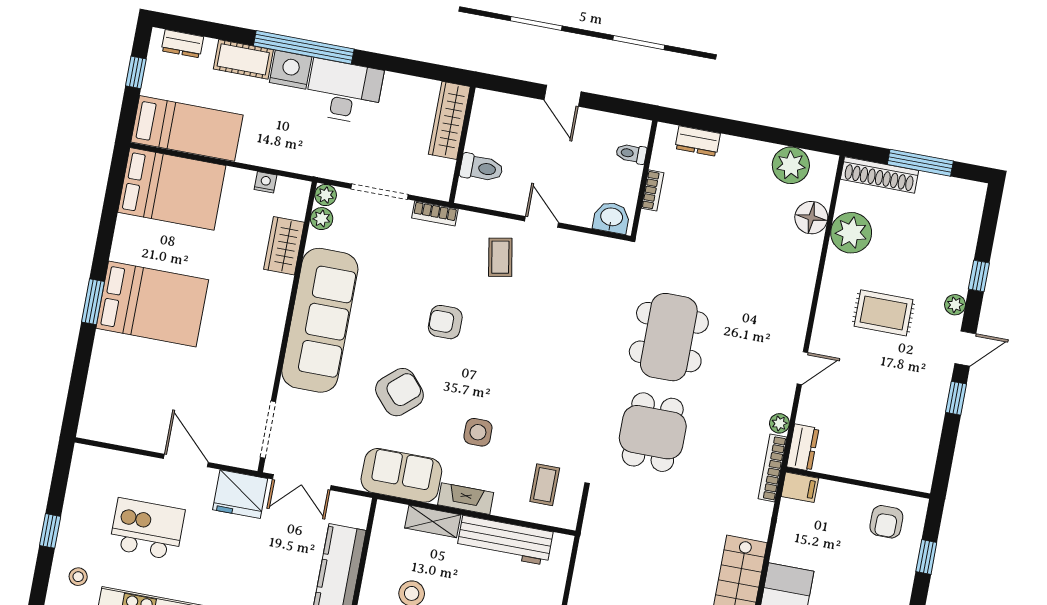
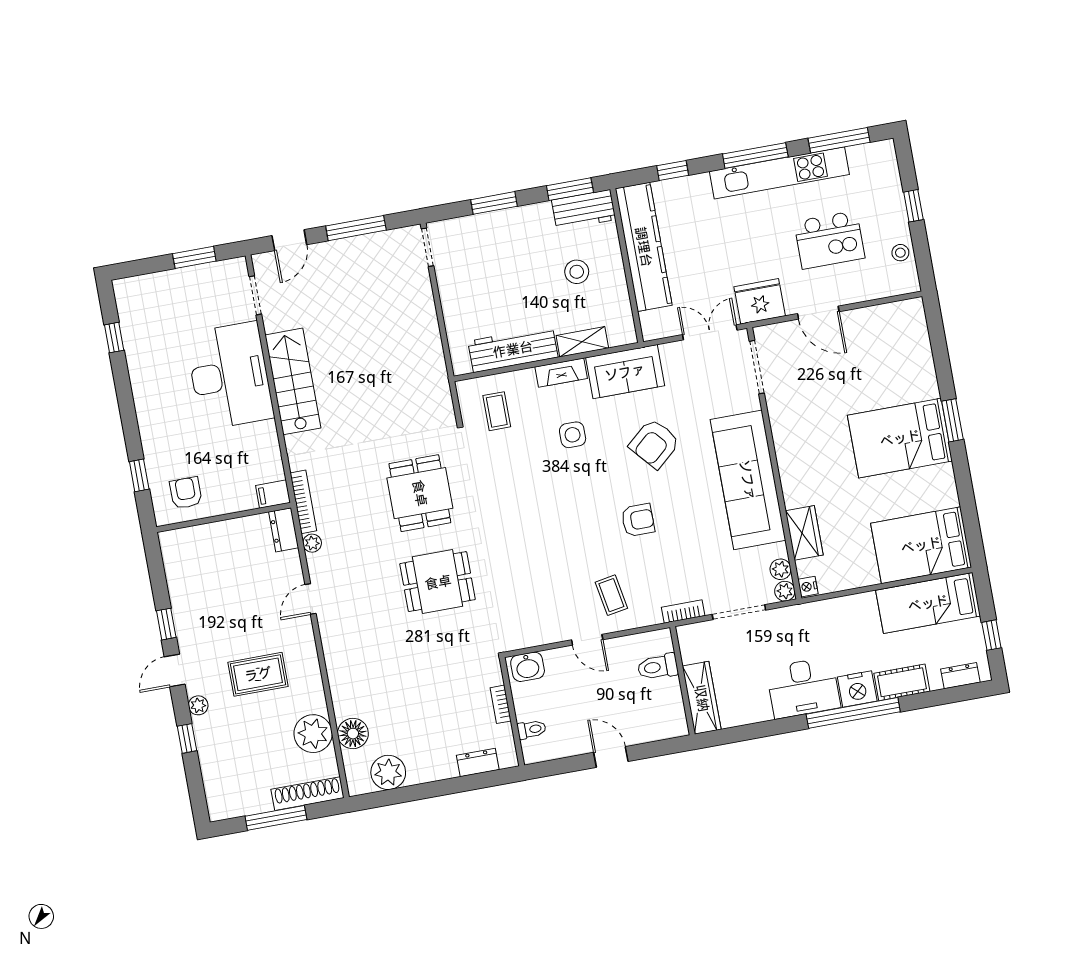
nightstand: (266, 182) -> (808, 587), moved, turned 90
dining table: (669, 337) -> (438, 582), width x0.73
stool: (78, 577) -> (900, 253), moved

